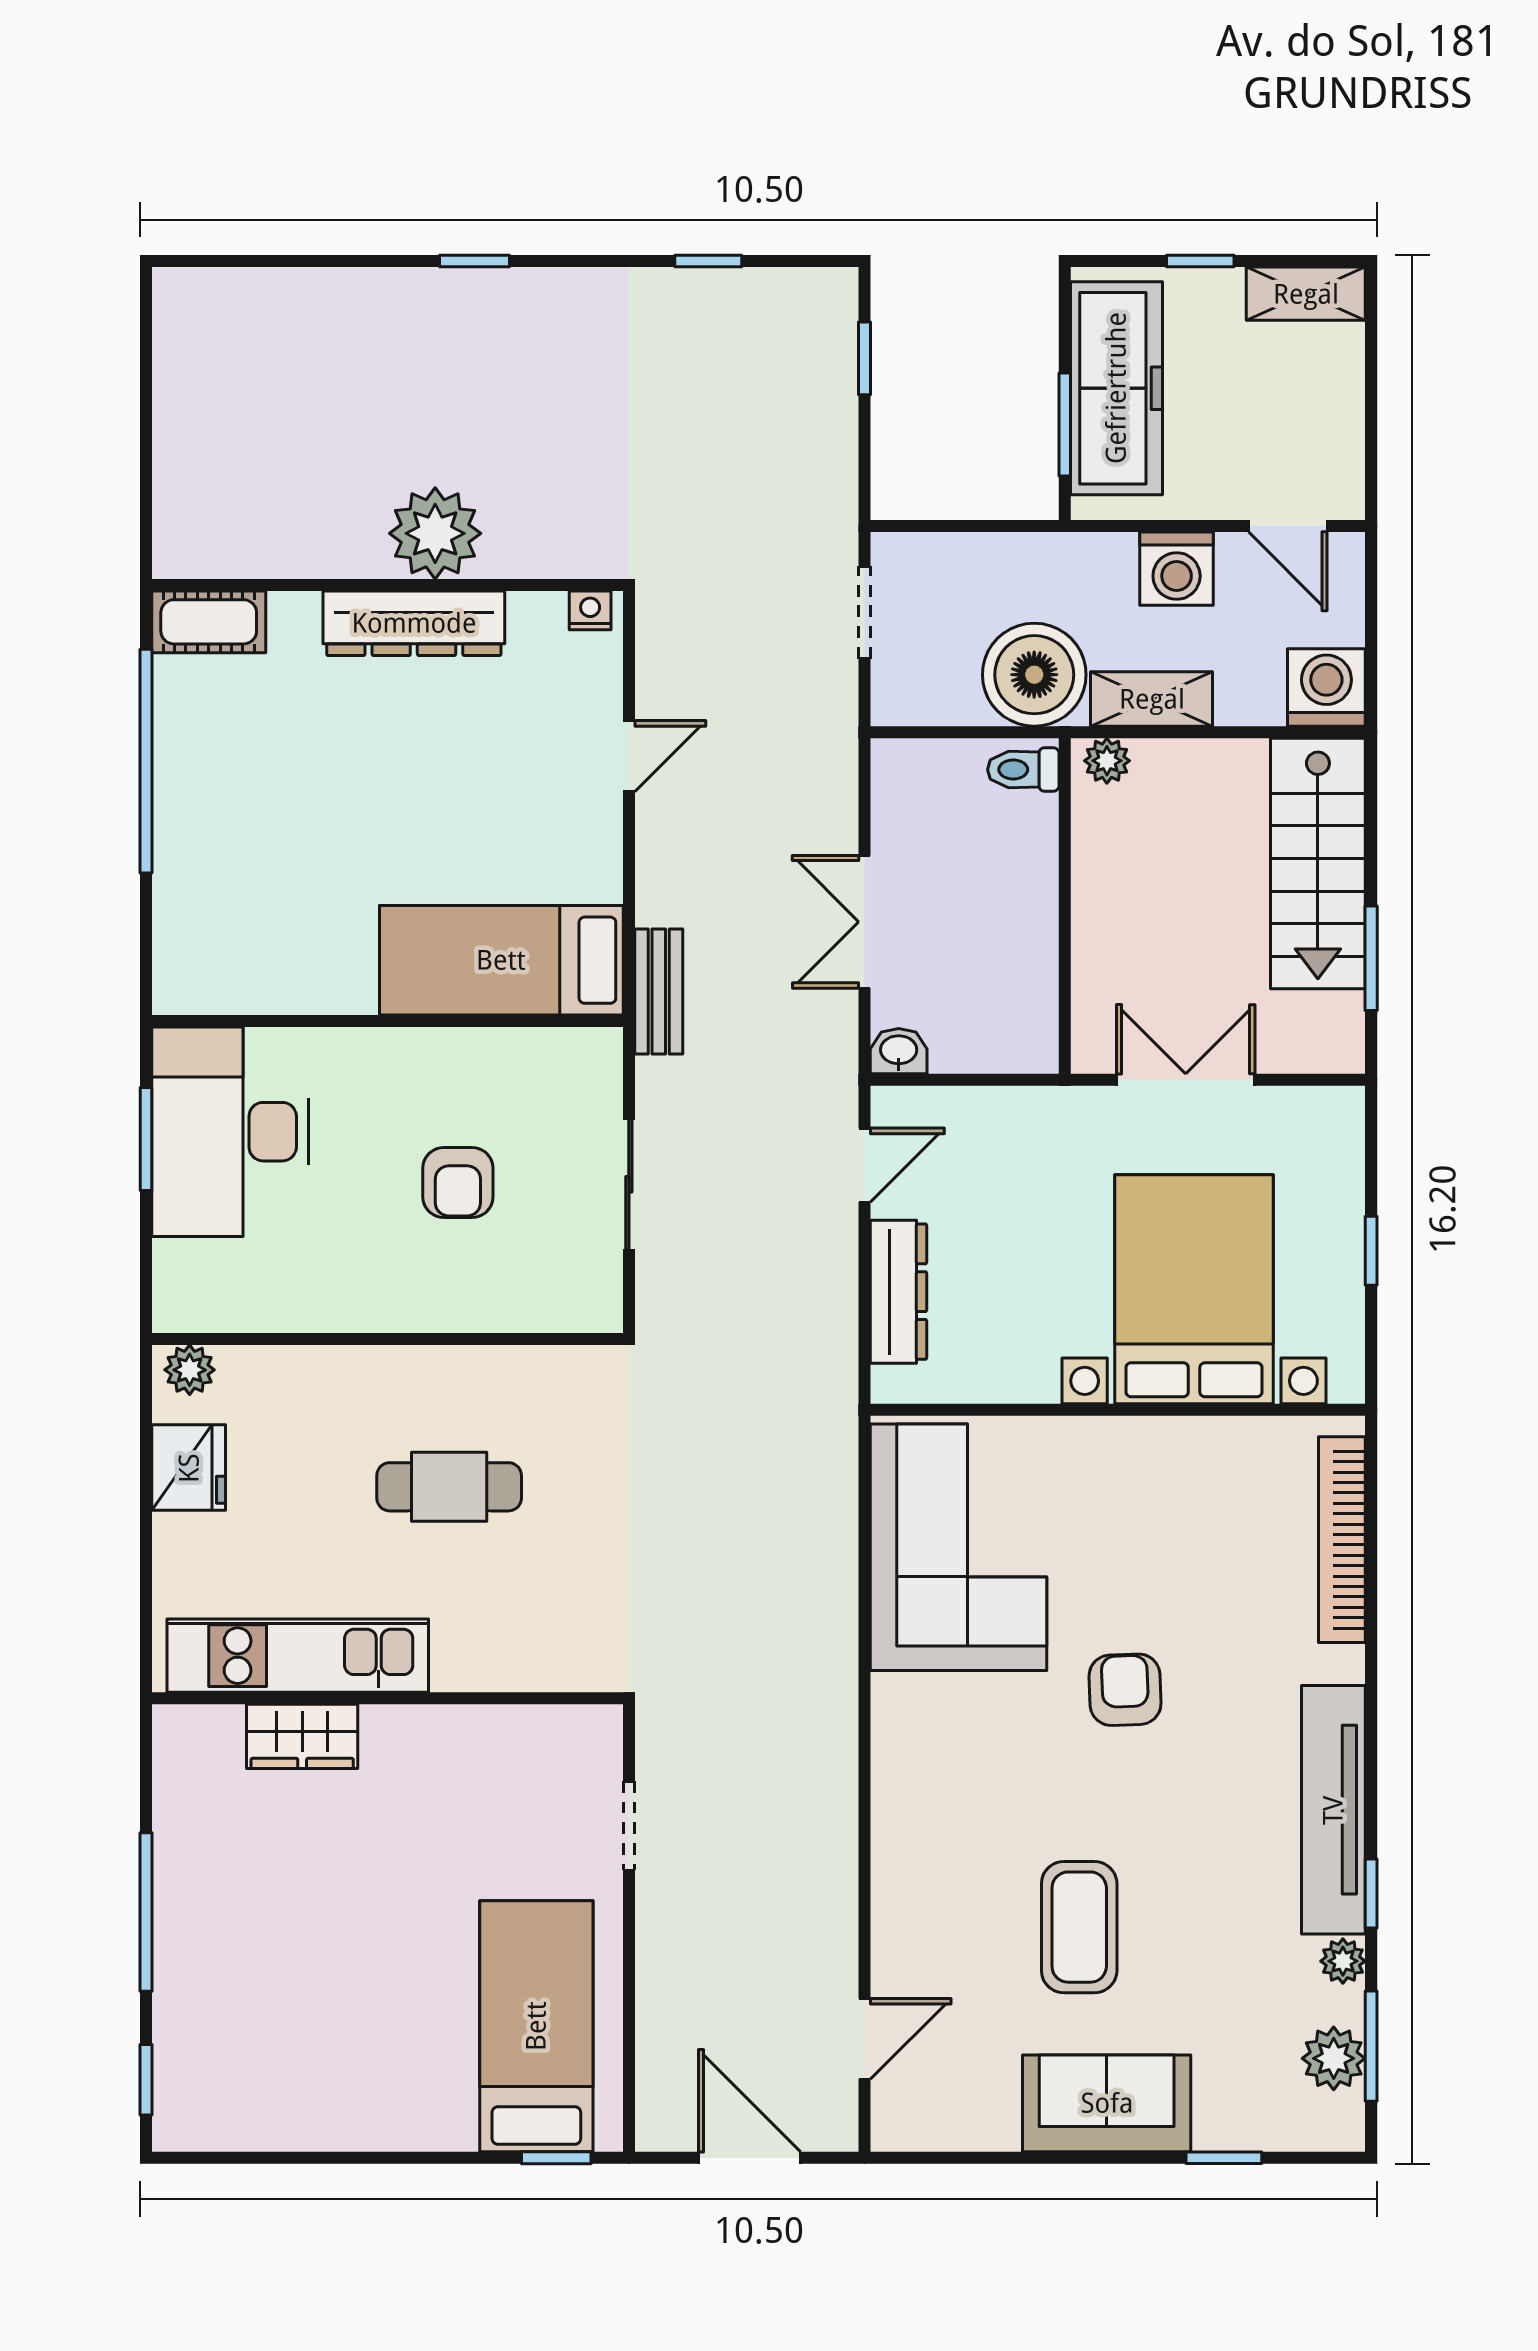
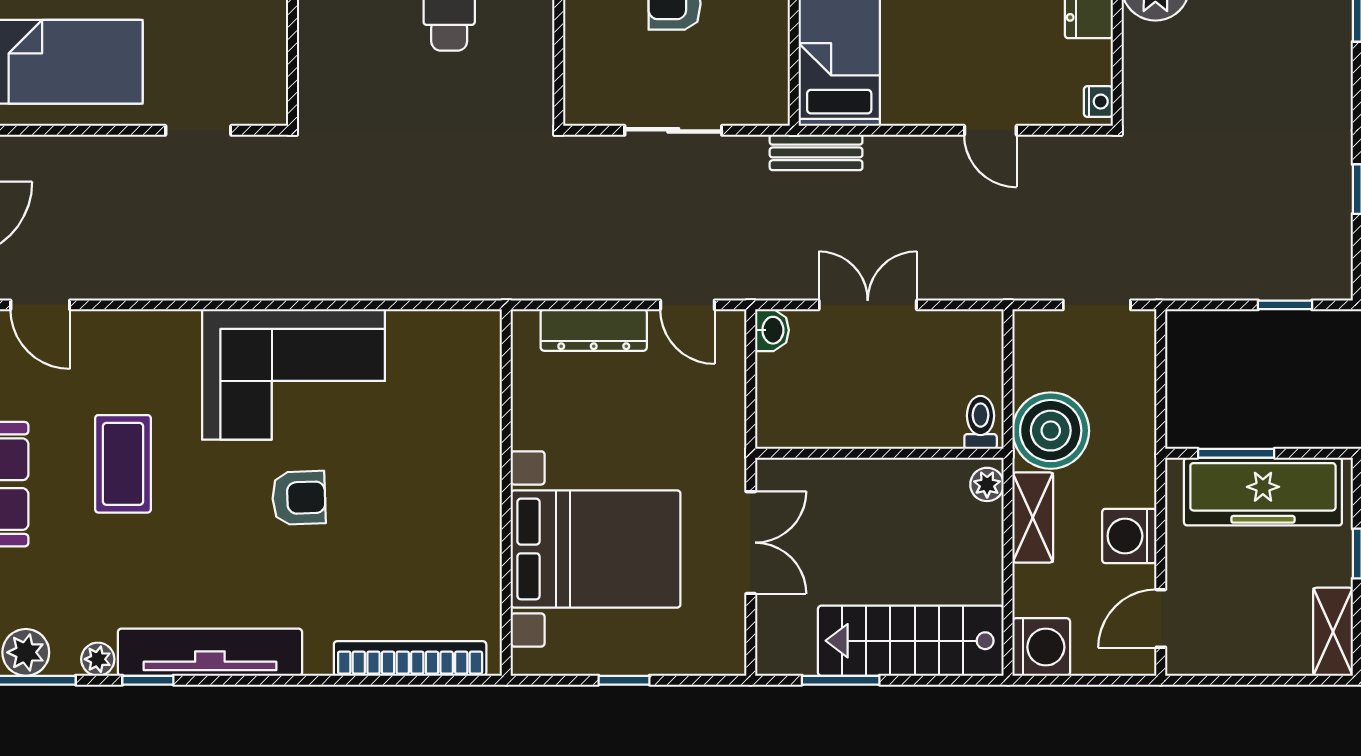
corner sofa: (958, 1547) -> (294, 374), moved
coffee table: (1079, 1927) -> (123, 464), turned 90

